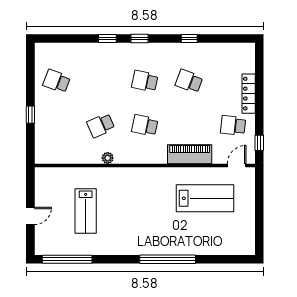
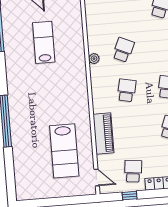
school desk: (101, 125) -> (123, 50), turned 48
window: (259, 143) -> (130, 196), moved
lab bench: (86, 211) -> (44, 42), turned 90

